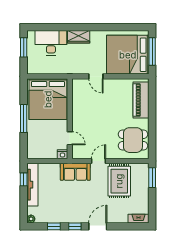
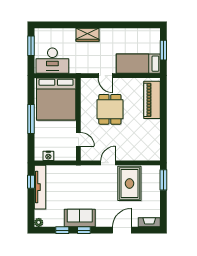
desk: (51, 43) -> (52, 61), moved, turned 180
window: (152, 52) -> (163, 50), width x0.69
bed: (128, 55) -> (138, 64), width x0.49
dining table: (133, 140) -> (110, 109), moved, turned 90
nightstand: (62, 154) -> (48, 156), moved
sofa: (75, 172) -> (80, 218), moved, turned 180
door: (98, 226) -> (122, 230), moved

